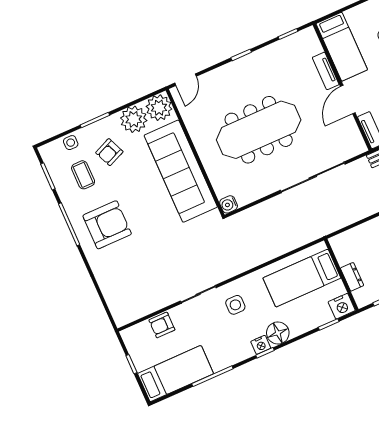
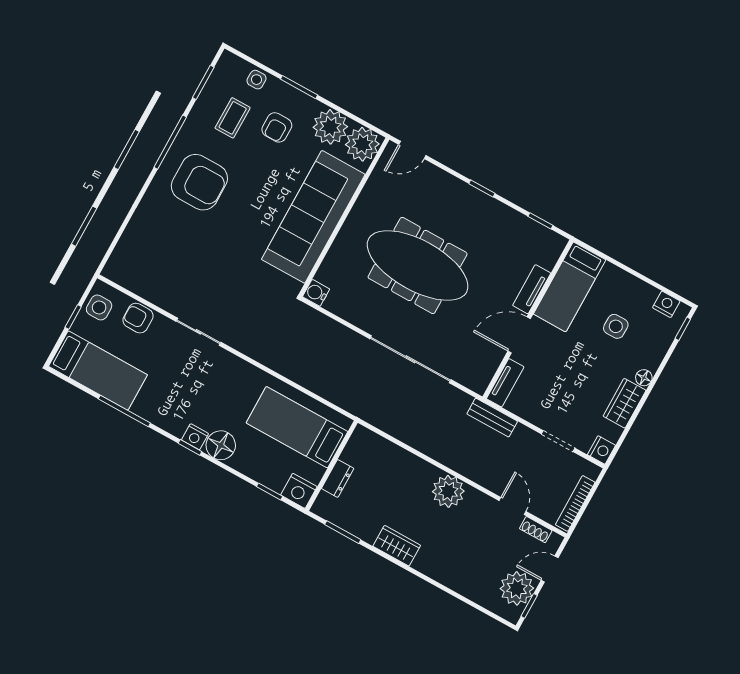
armchair: (109, 152) -> (277, 127), turned -67
side table: (235, 305) -> (99, 307), moved

